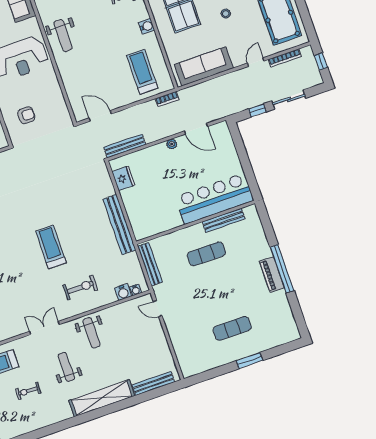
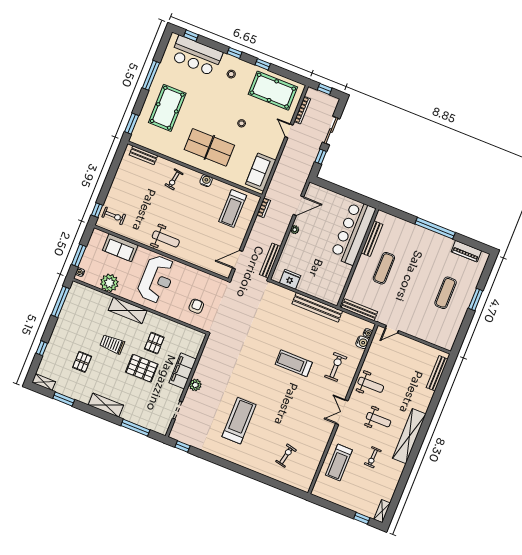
sofa: (204, 66) -> (261, 172), width x0.73
treadmill: (142, 72) -> (233, 209), turned -90
piano: (272, 274) -> (466, 251), moved
weight bench: (66, 367) -> (379, 420), turned 180
shelving: (102, 398) -> (409, 436), moved

